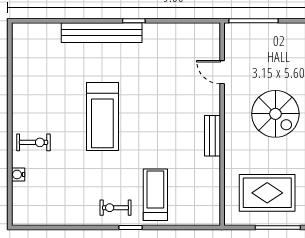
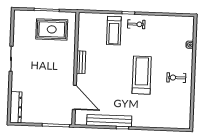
bench: (102, 33) -> (109, 121), moved
door: (222, 72) -> (74, 97), width x1.87
spiral stairs: (275, 114) -> (46, 73), removed
exercise bike: (34, 142) -> (176, 78), moved

